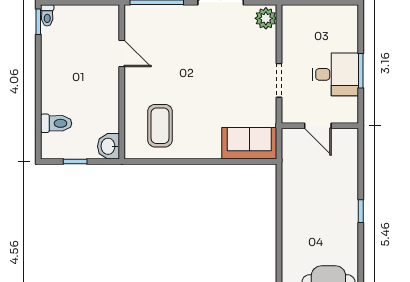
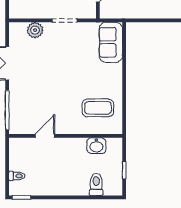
toilet: (47, 15) -> (17, 176), moved
plant: (266, 18) -> (35, 30), moved
washbasin: (109, 146) -> (96, 146), moved

